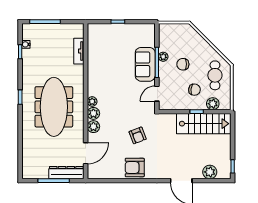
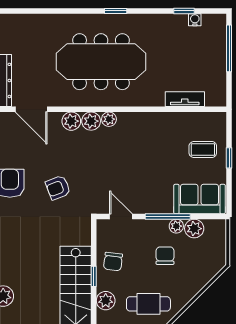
coffee table: (112, 39) -> (203, 149), added
plant: (165, 45) -> (194, 229), added
sofa: (145, 64) -> (199, 199), moved
chair: (194, 90) -> (113, 262), moved

